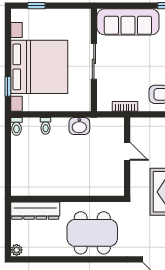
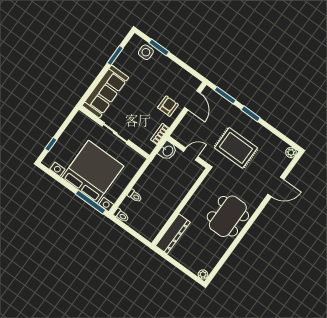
window: (8, 86) -> (91, 202), width x2.17
washbasin: (79, 126) -> (168, 151), moved
wall: (67, 199) -> (181, 207), moved
dresser: (35, 211) -> (173, 234), moved

